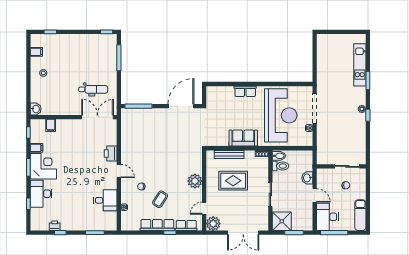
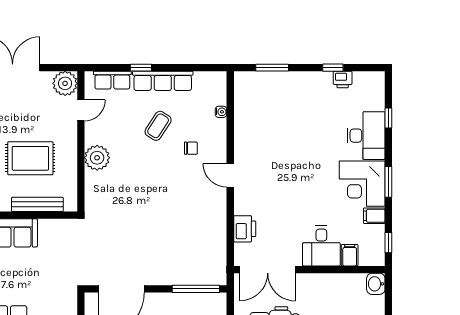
printer: (111, 154) -> (245, 229), moved
desk: (105, 200) -> (321, 246), moved, turned -90

